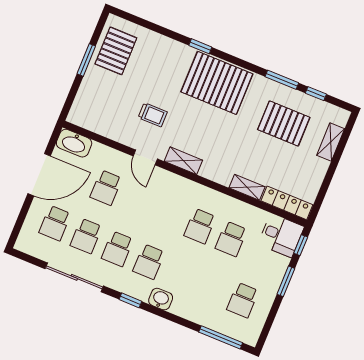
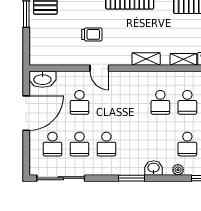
shelving: (183, 161) -> (146, 59), moved
school desk: (149, 262) -> (187, 144), moved
sliding door: (74, 277) -> (61, 178), moved
window: (130, 300) -> (132, 178), width x1.50
plant: (188, 313) -> (178, 170), added

